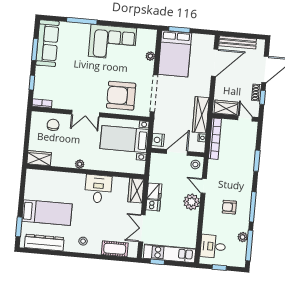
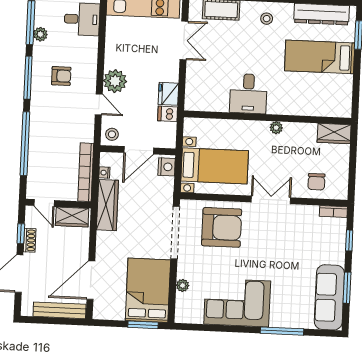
window: (257, 161) -> (25, 144), width x2.11
wardrobe: (136, 190) -> (195, 94), removed
dishwasher: (153, 205) -> (168, 114), moved

